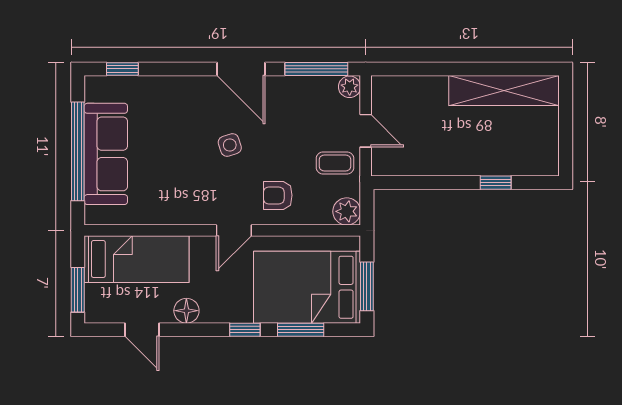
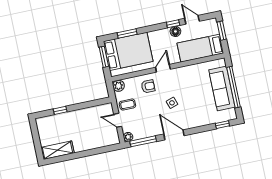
shelving: (504, 91) -> (57, 150), width x0.68
window: (245, 330) -> (173, 24), moved

